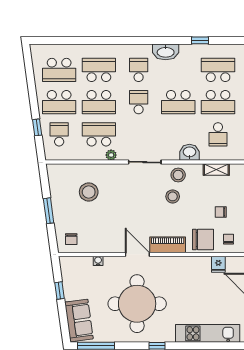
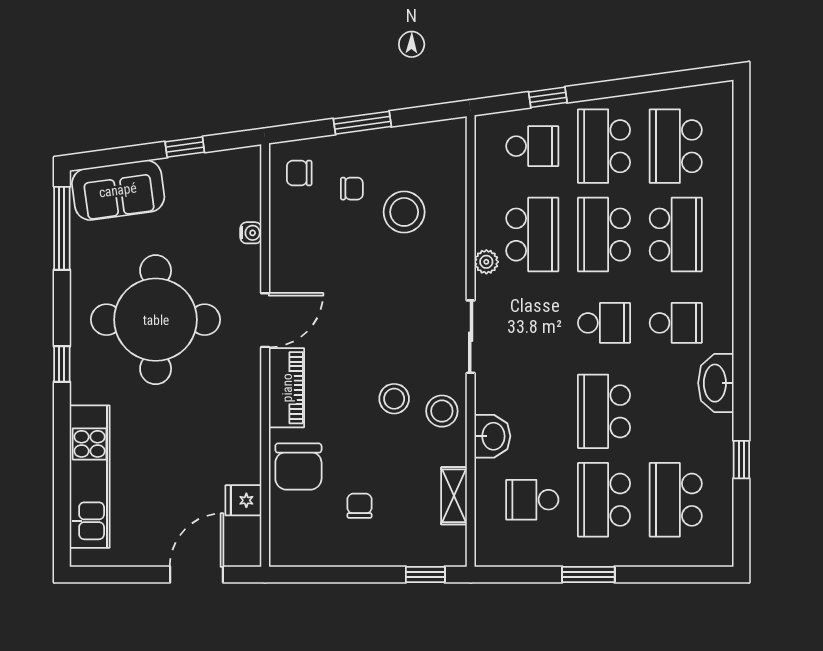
school desk: (218, 70) -> (676, 500), turned 180
chair: (229, 239) -> (352, 189), moved

